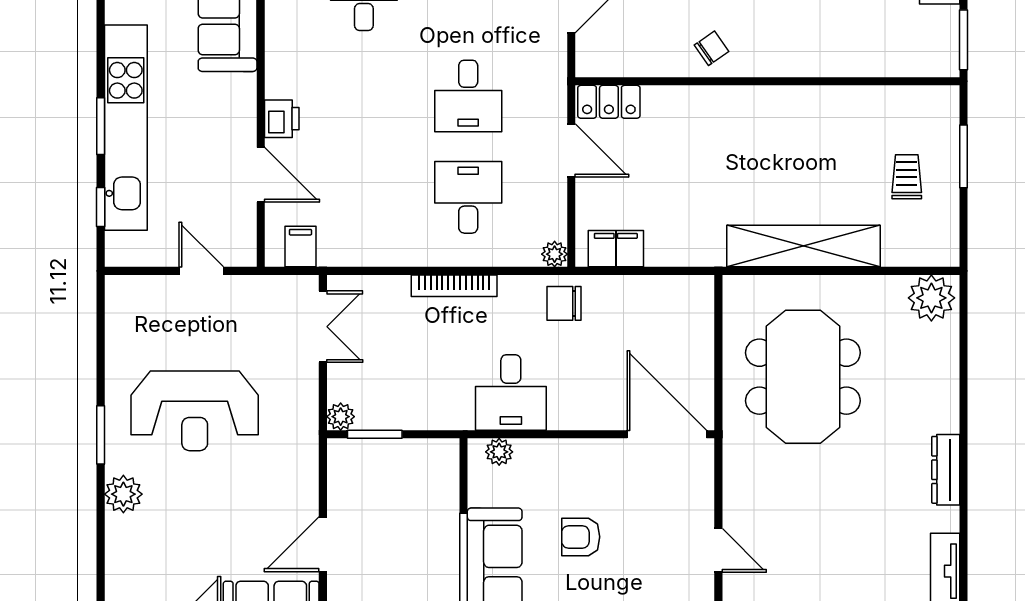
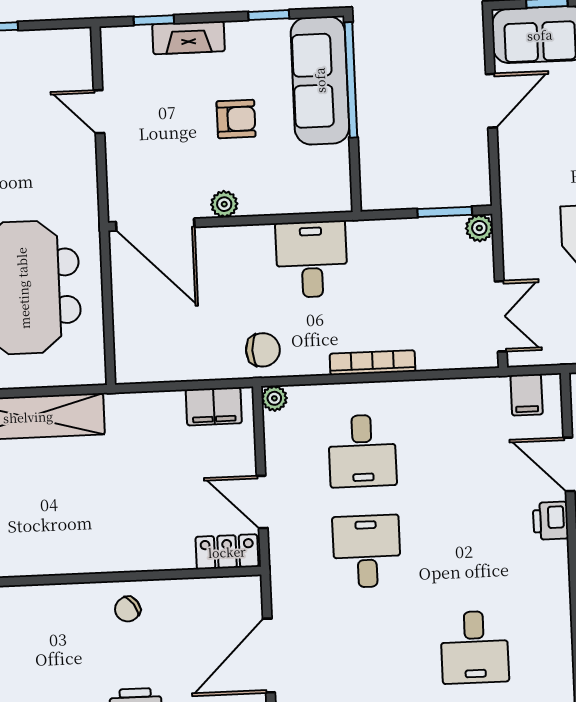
double door: (323, 327) -> (501, 316), swing flipped
plant: (499, 452) -> (224, 204), moved

